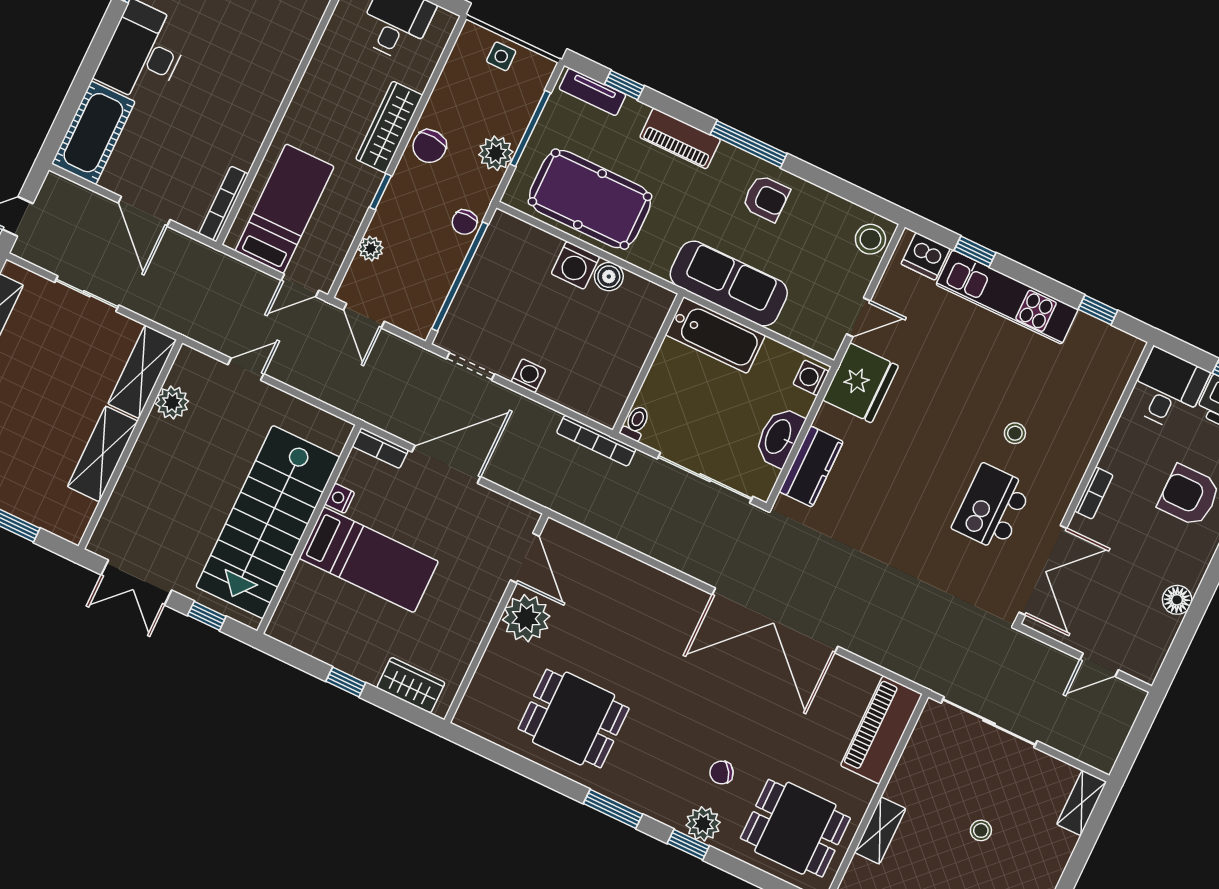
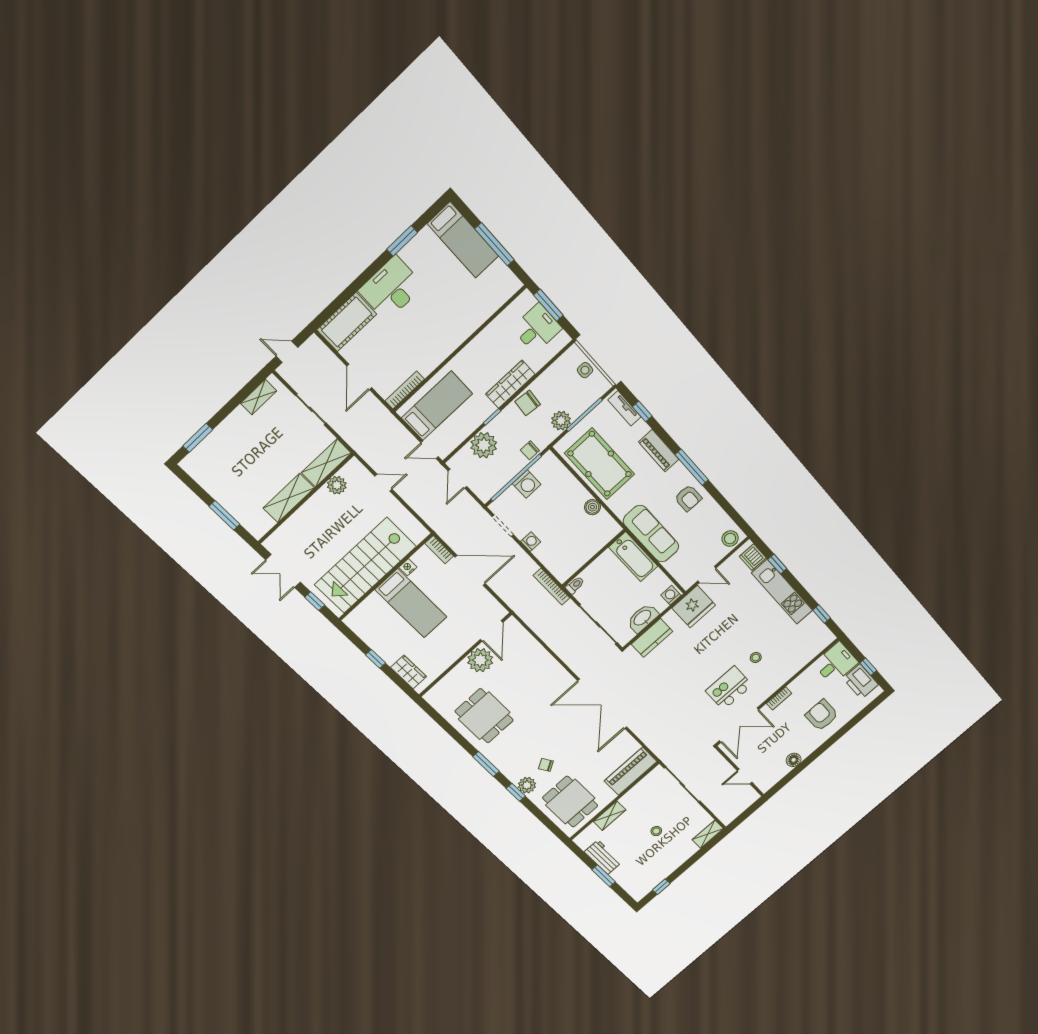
plant: (371, 249) -> (484, 445), width x1.88, depth x1.88
washing machine: (575, 265) -> (527, 484), moved, turned -90

